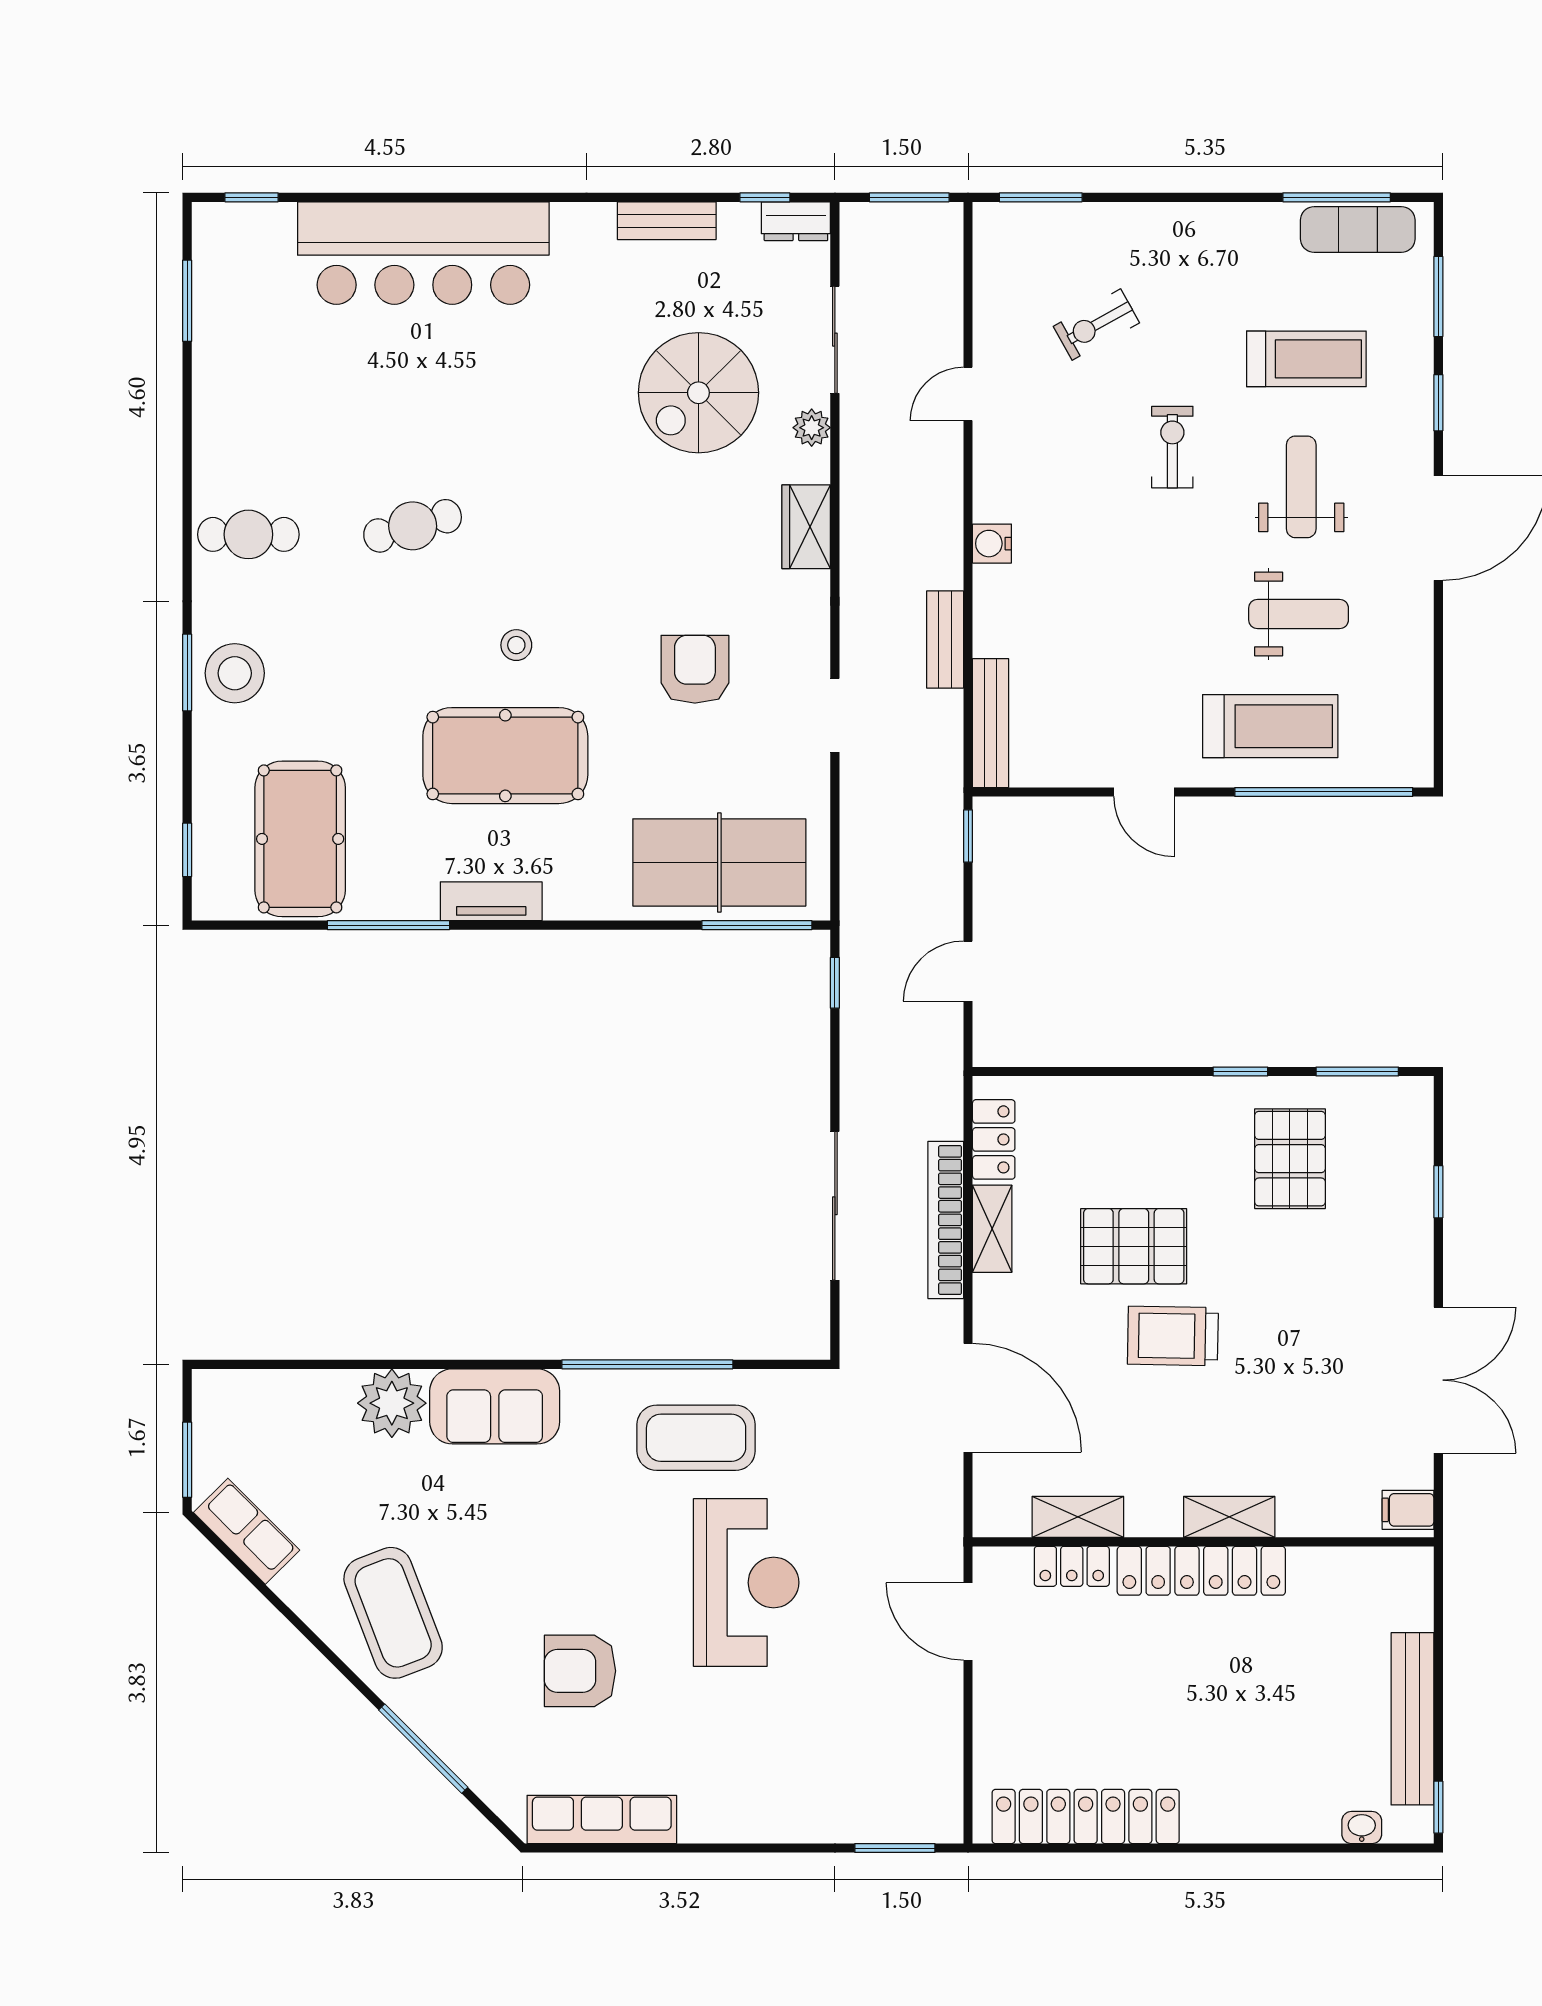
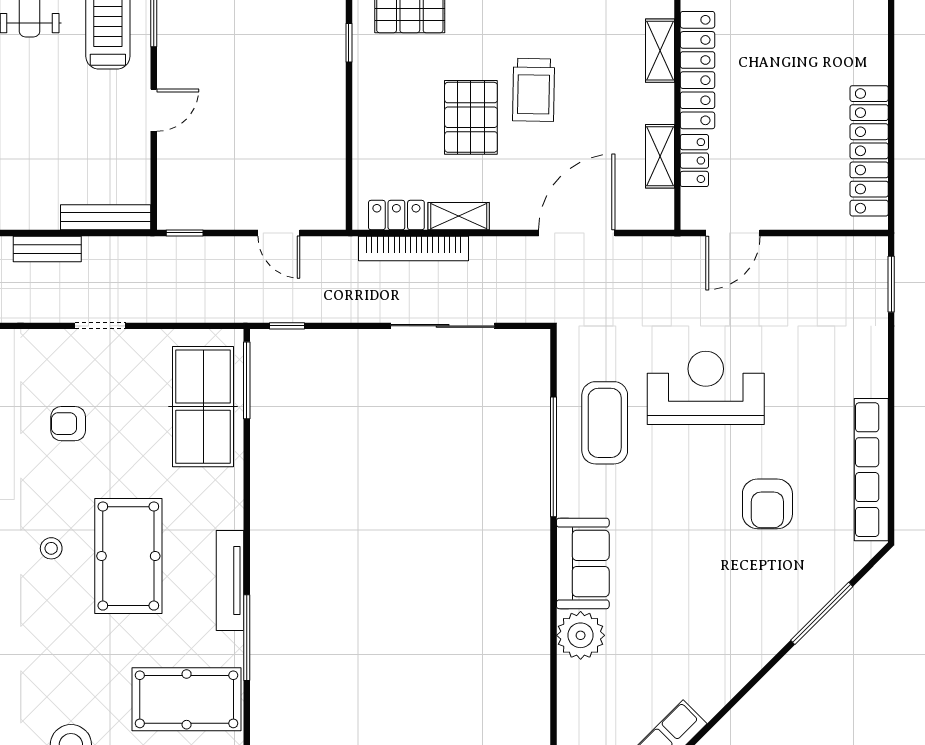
armchair: (695, 669) -> (68, 424), width x0.72, depth x0.72
tv unit: (491, 901) -> (230, 580), width x1.41
bookcase: (946, 1220) -> (414, 249), moved
coffee table: (393, 1613) -> (727, 634), removed
row of seats: (602, 1819) -> (871, 470), width x1.36

